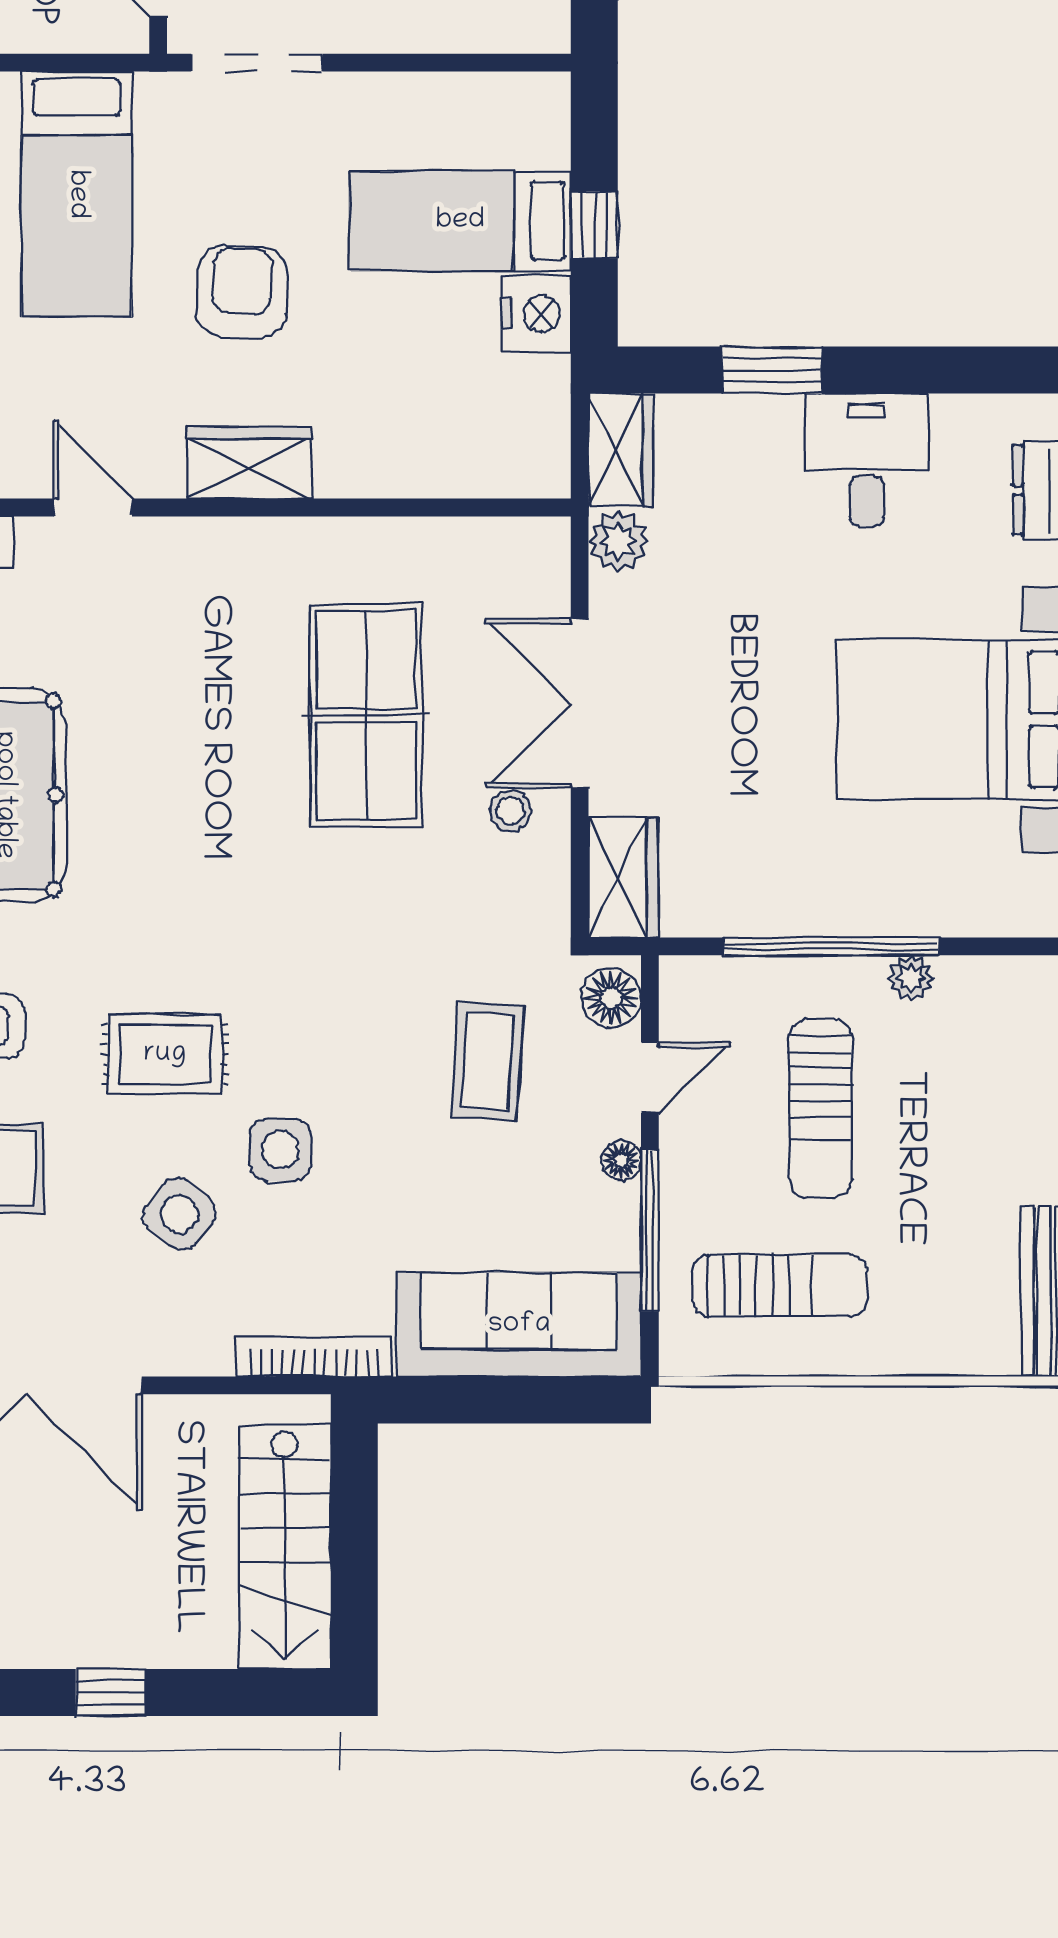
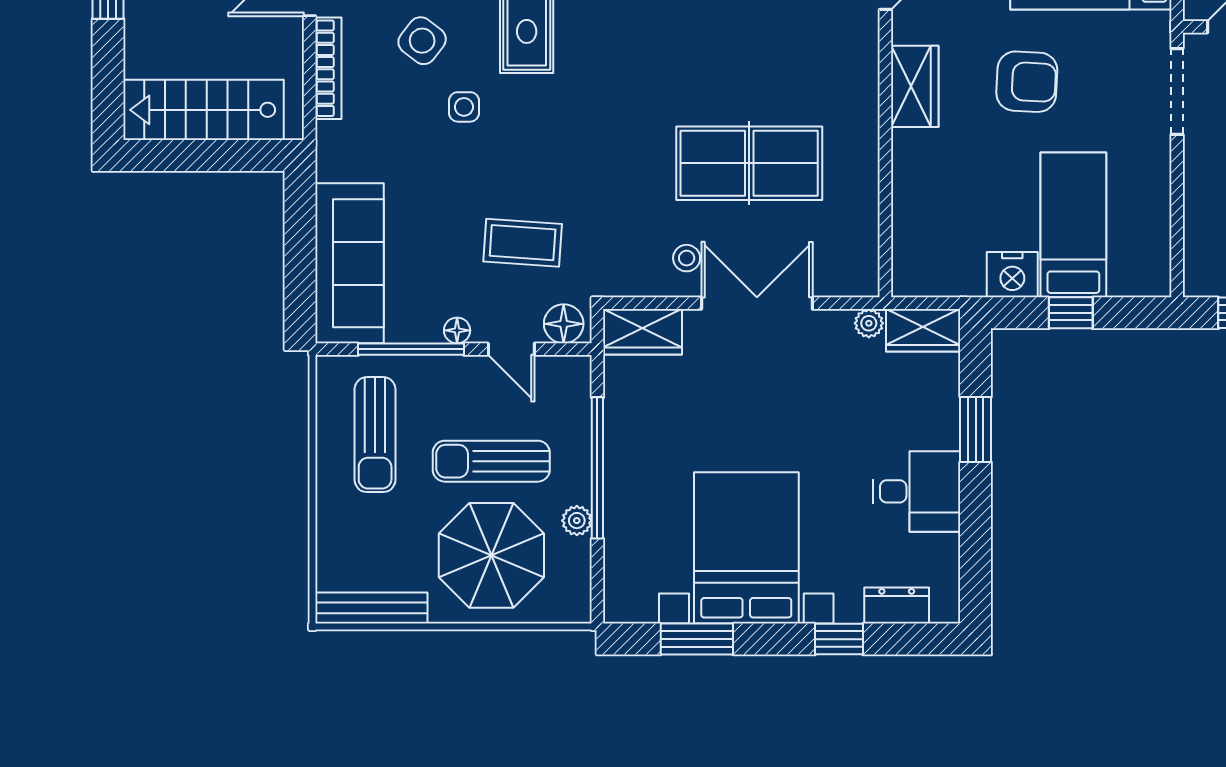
plant: (618, 541) -> (869, 323), width x0.73, depth x0.73
parasol: (964, 1108) -> (491, 555), added
side table: (280, 1150) -> (464, 107), width x0.73, depth x0.73
bookcase: (314, 1357) -> (328, 68), moved

